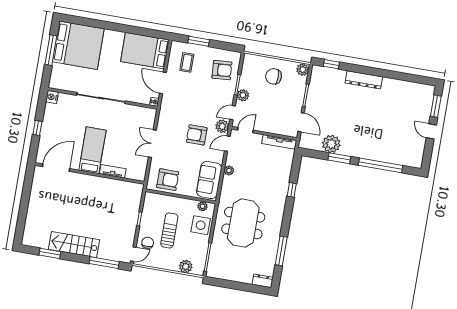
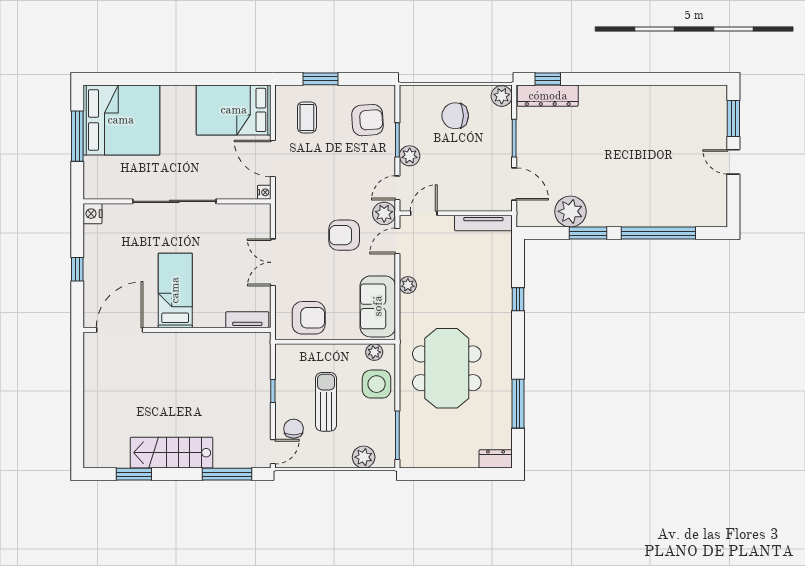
dresser: (364, 80) -> (548, 96), moved
tv unit: (113, 171) -> (247, 320), moved

